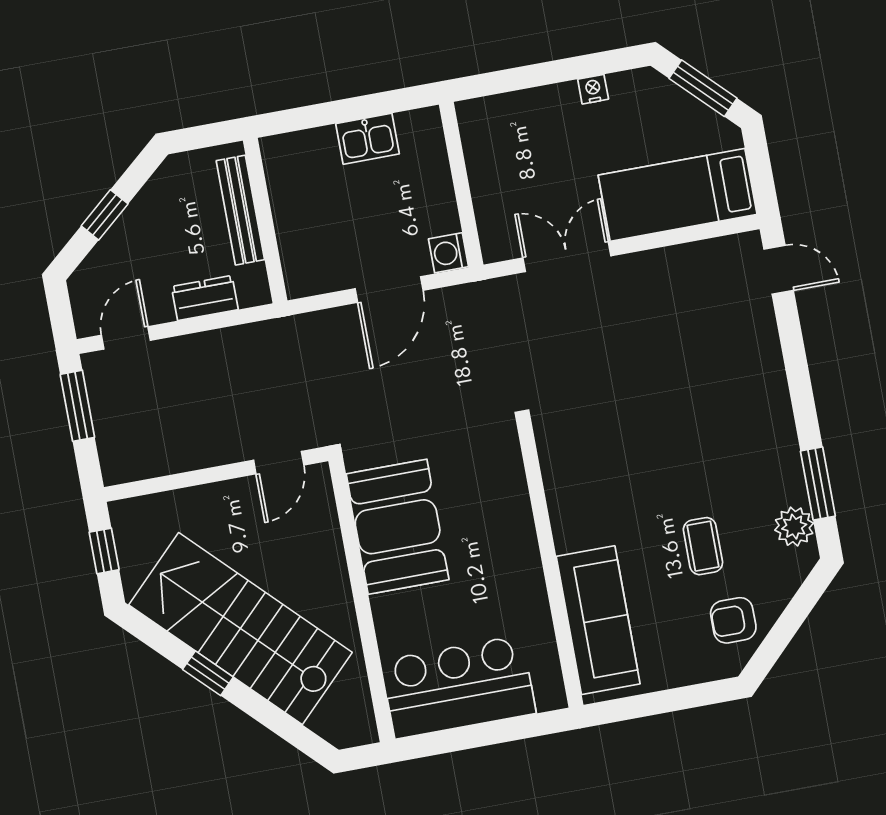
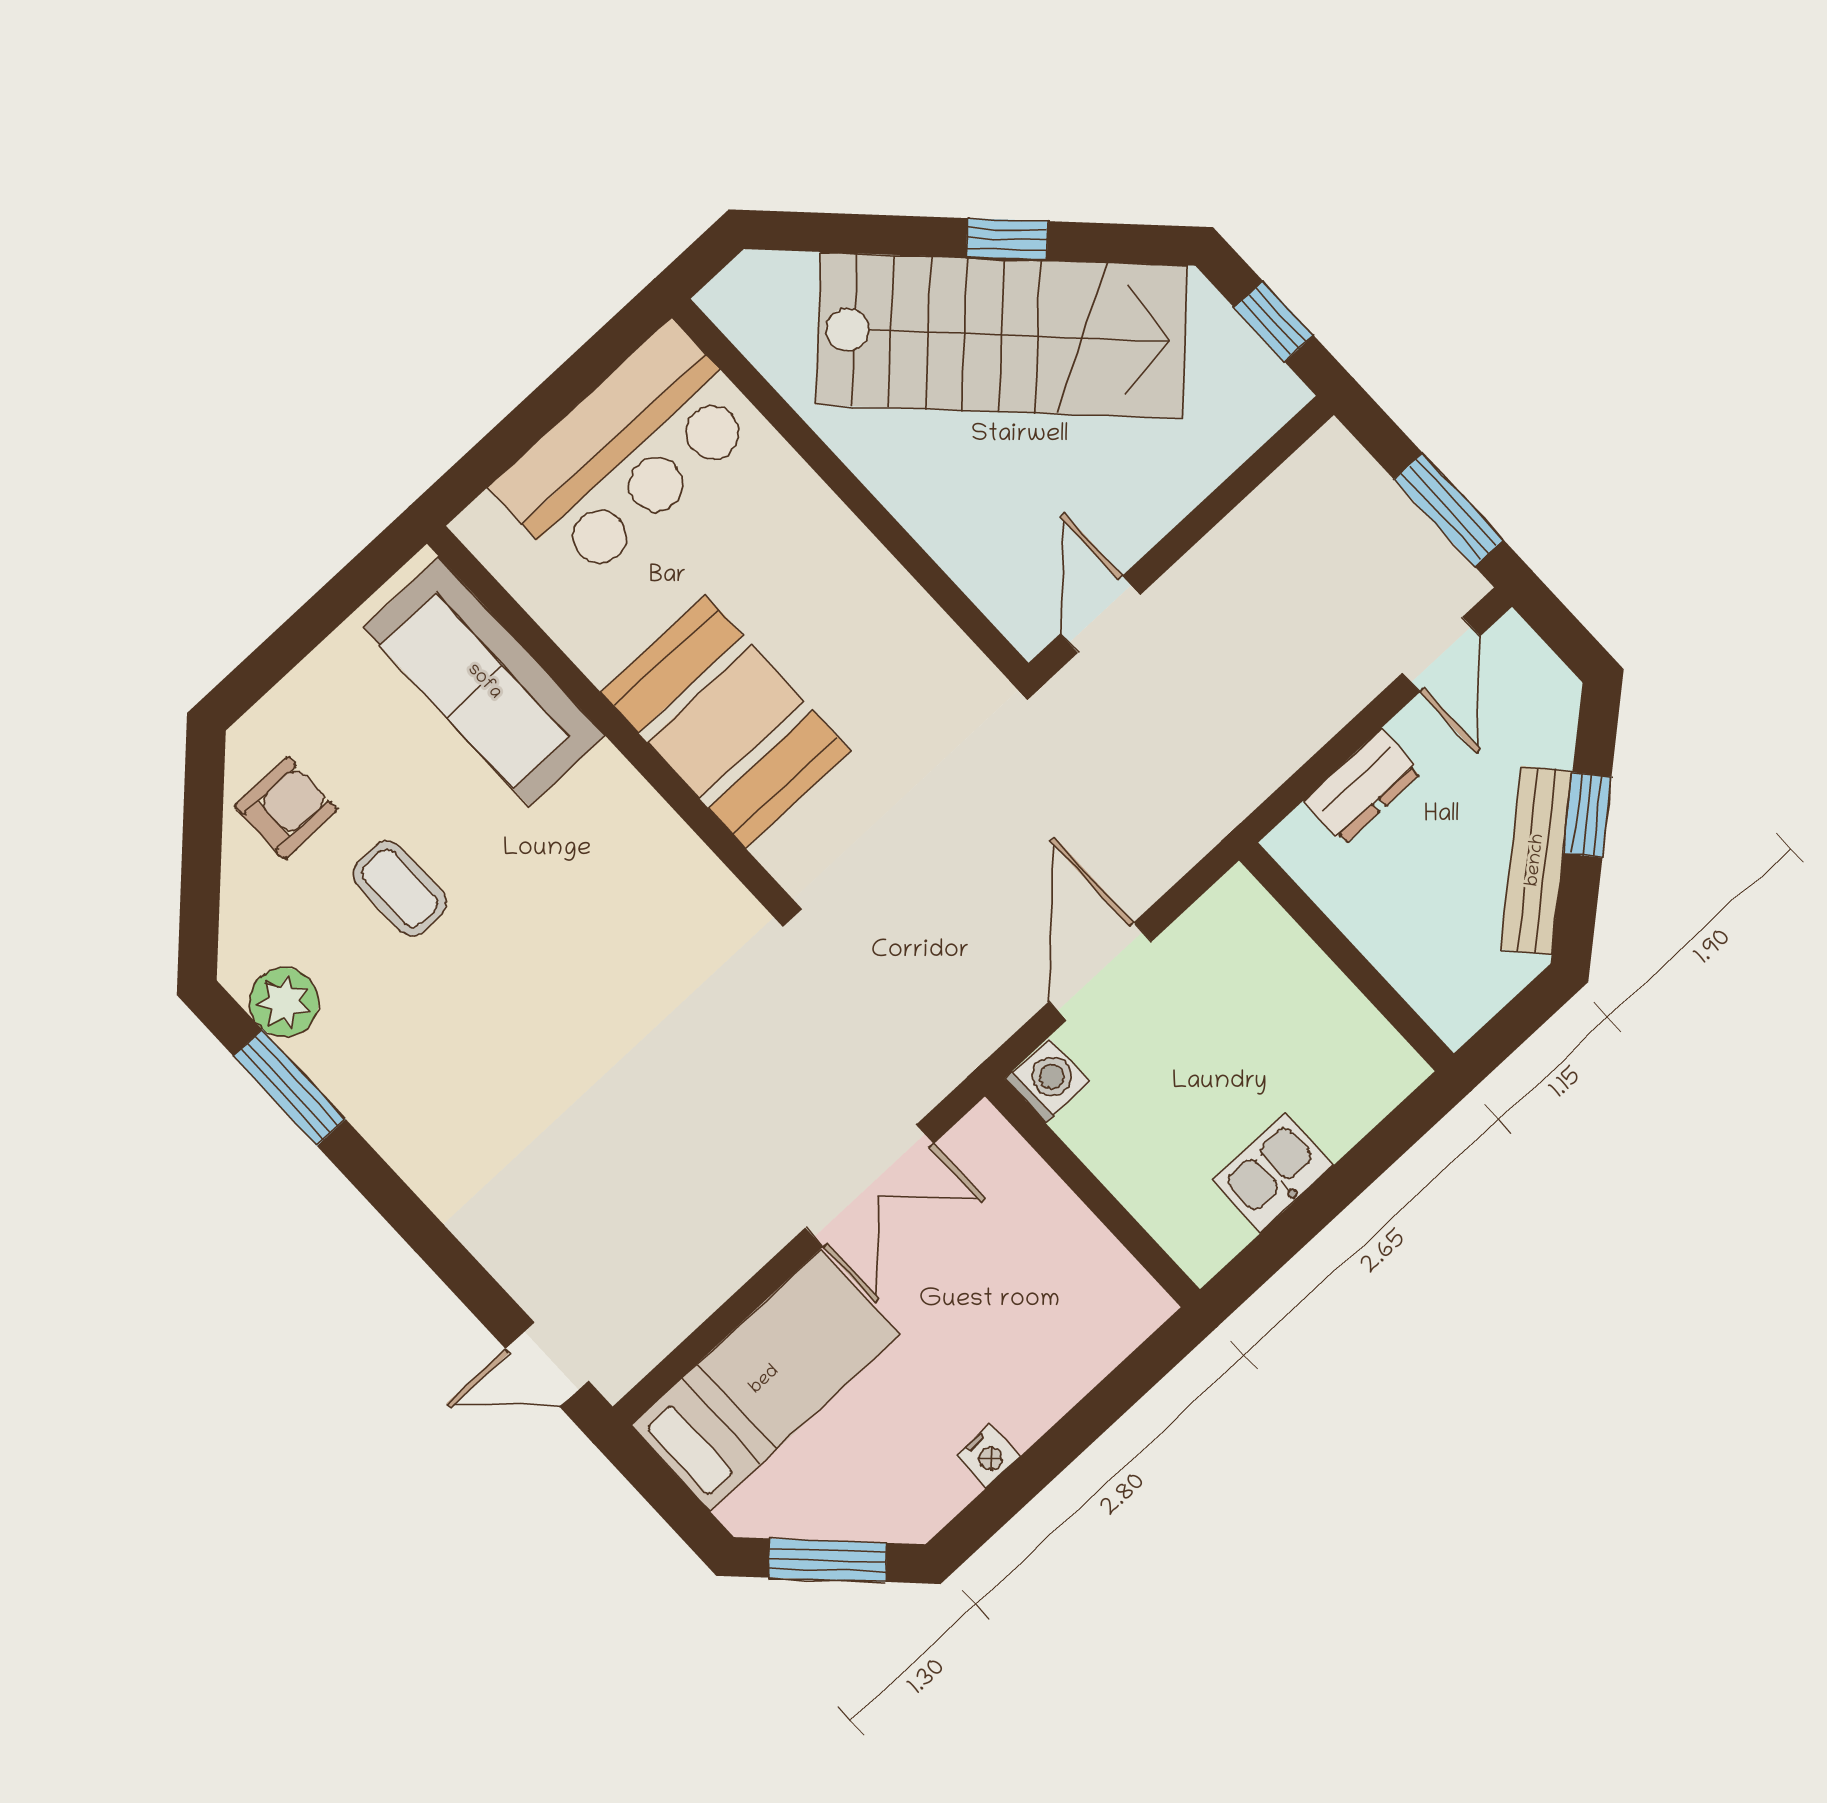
bench: (240, 210) -> (1536, 860), moved, turned 49
booth: (398, 527) -> (726, 722), moved

